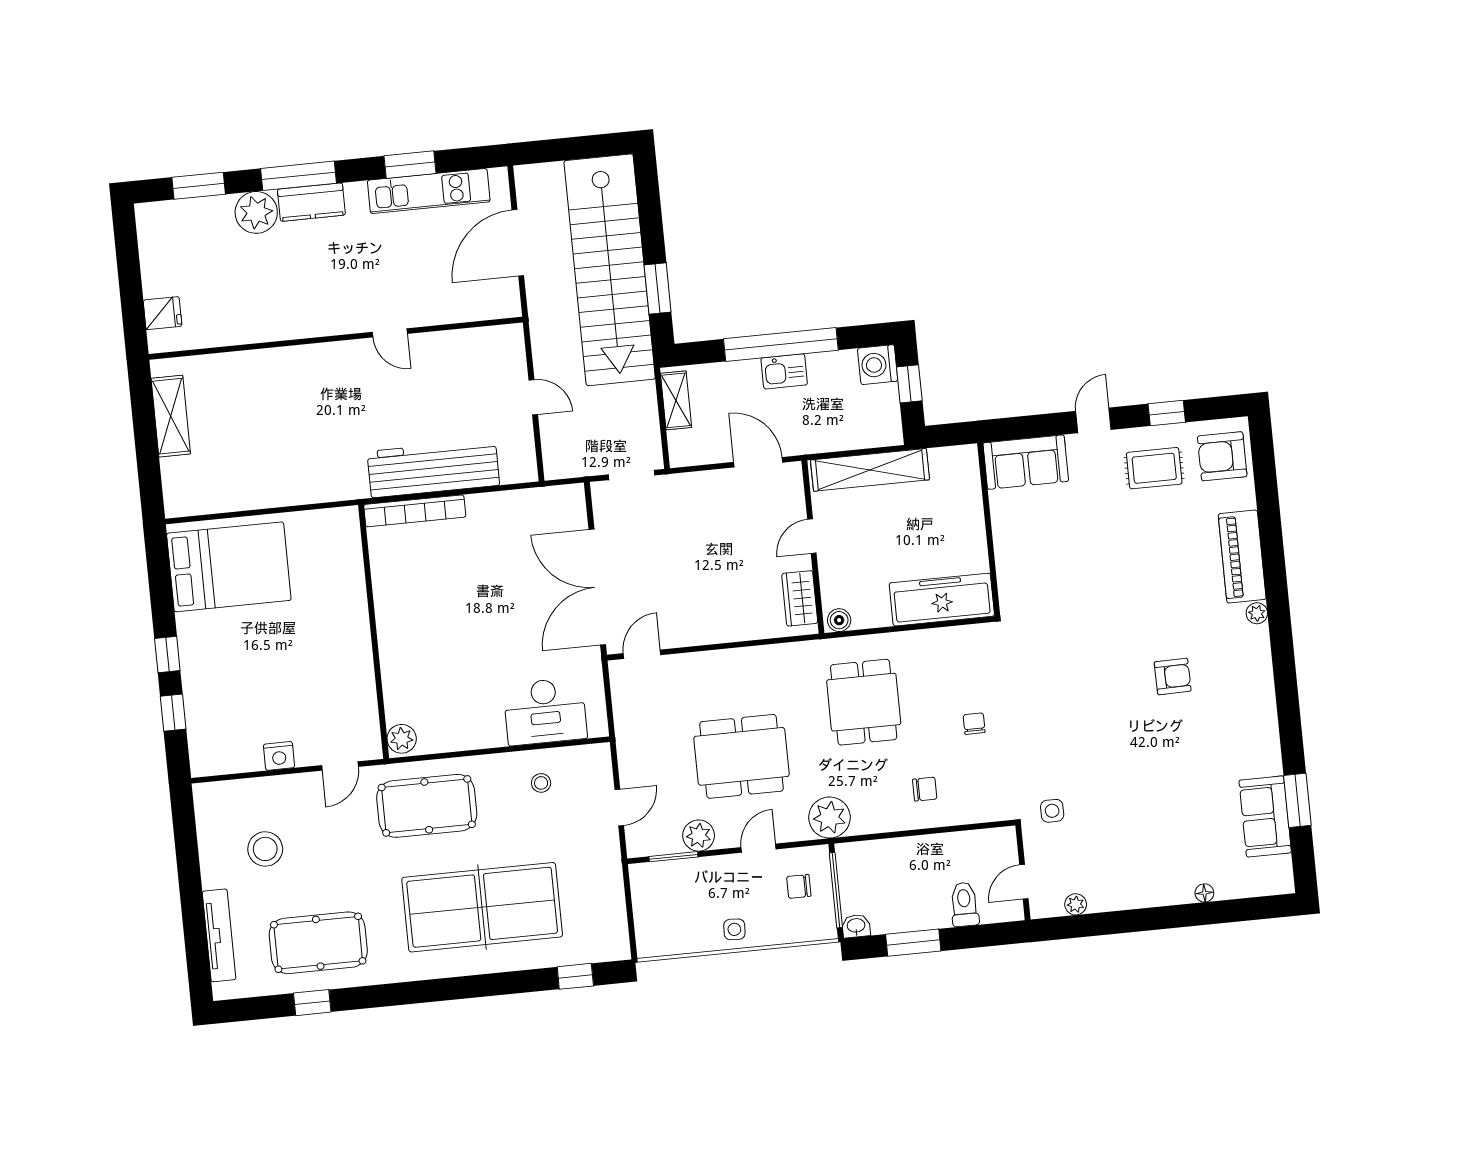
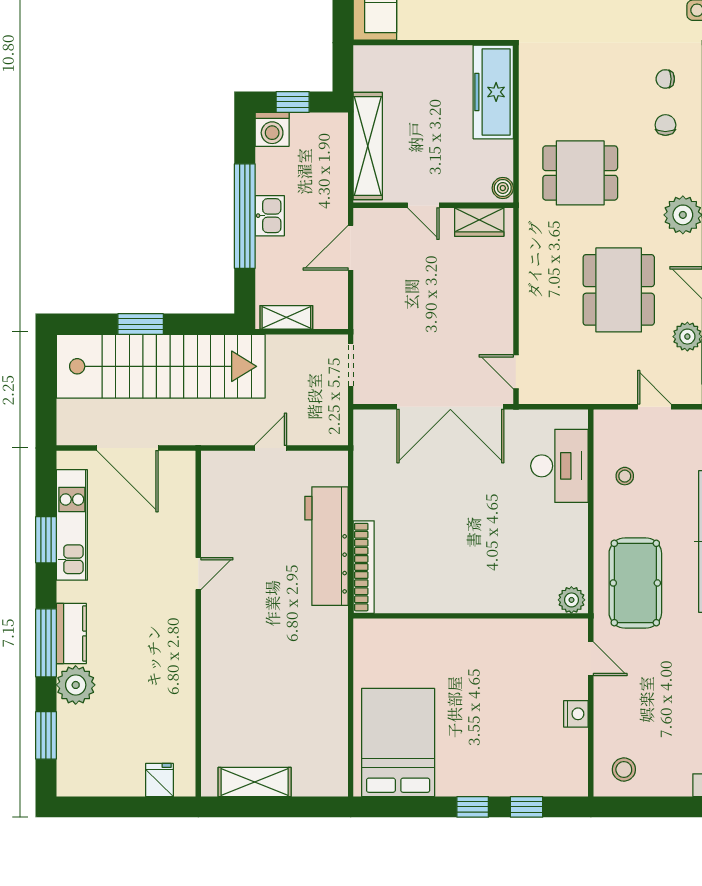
window: (658, 289) -> (141, 324), moved
chair: (974, 724) -> (665, 79), moved
stool: (265, 849) -> (624, 769), moved, width x0.73, depth x0.73

